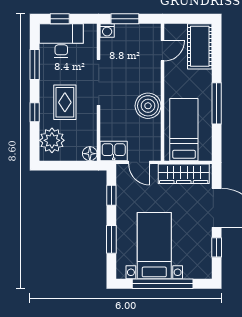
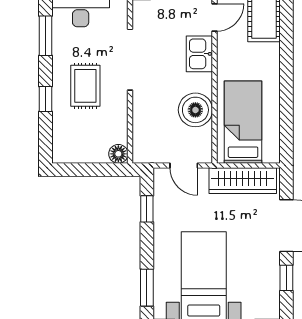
window: (217, 103) -> (286, 87), removed
boiler: (148, 106) -> (195, 110), moved
plant: (52, 140) -> (68, 136), removed
kitchen sink: (114, 151) -> (199, 54), moved, turned -90
window: (111, 239) -> (147, 288), moved

